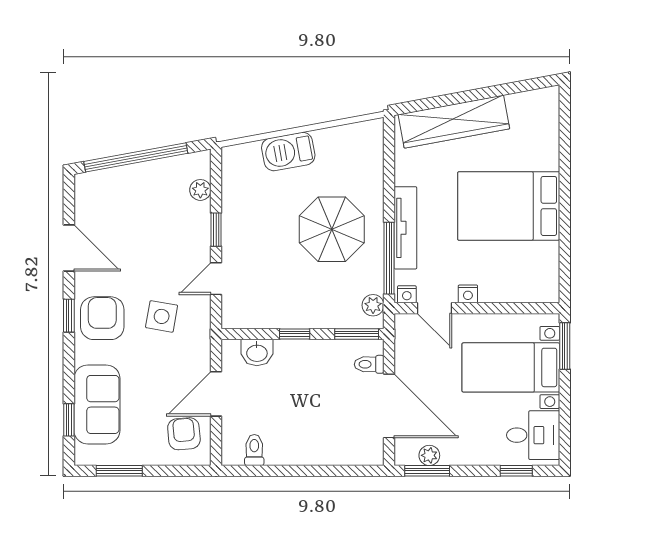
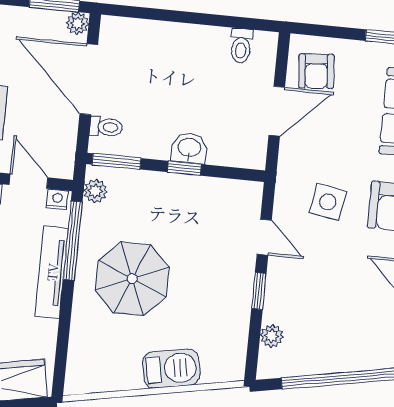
door: (216, 279) -> (264, 237), hinge flipped
washbasin: (257, 352) -> (189, 148), moved
plant: (429, 455) -> (77, 23), moved

